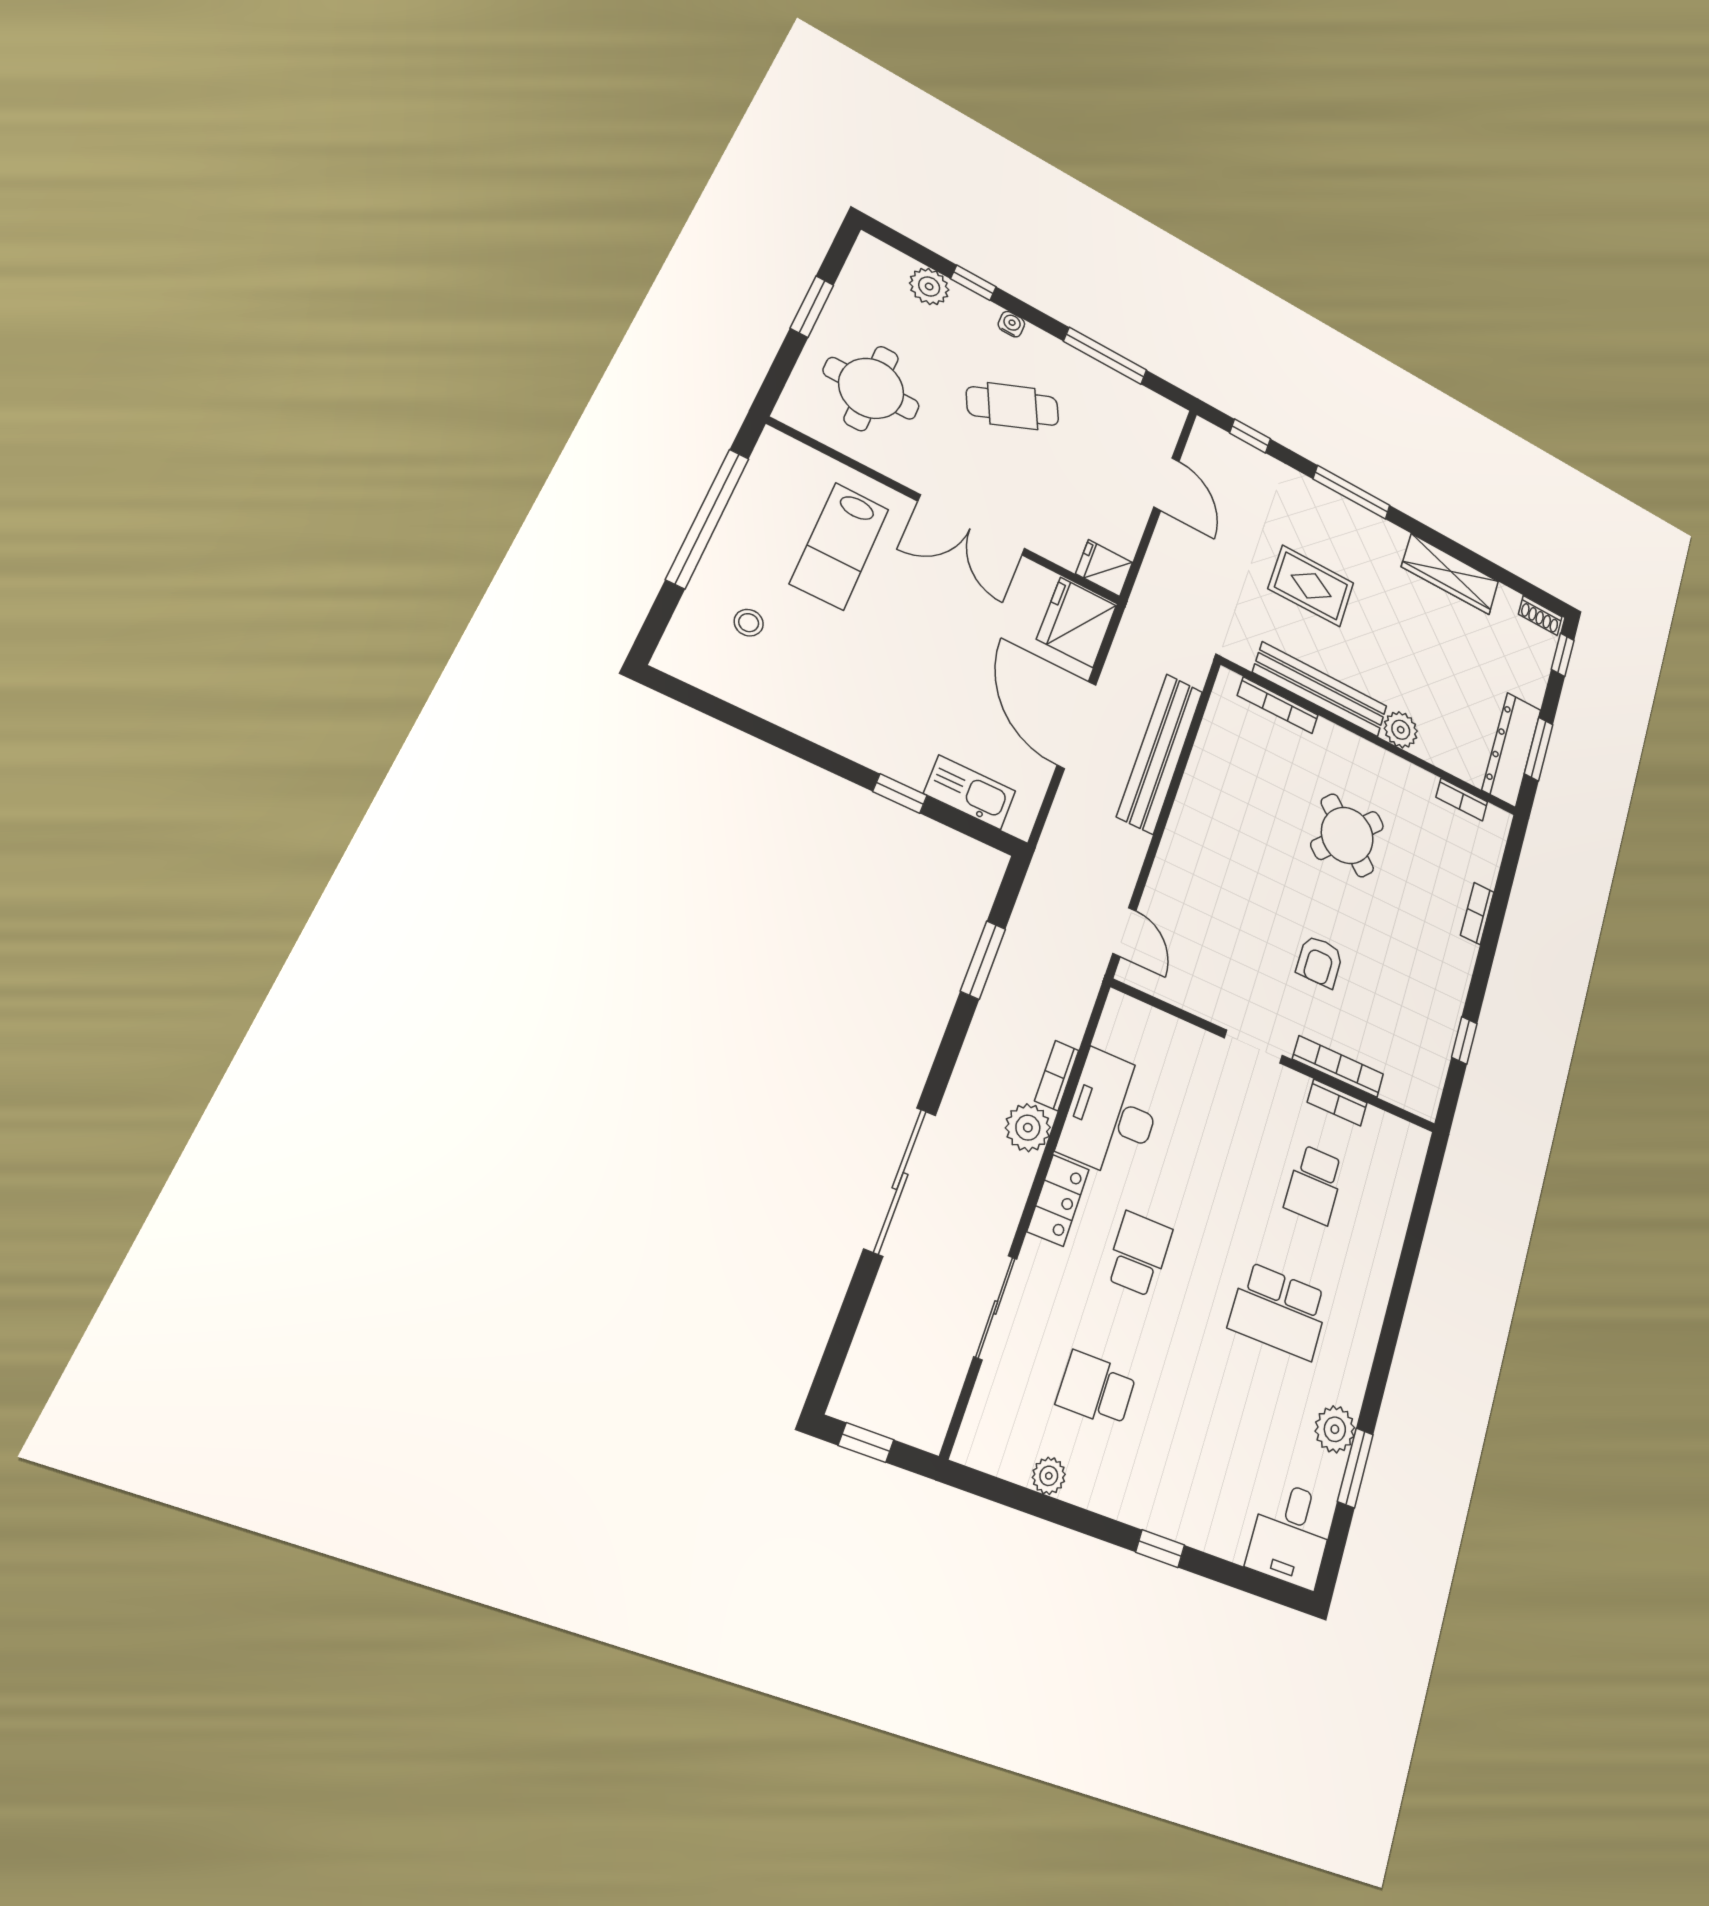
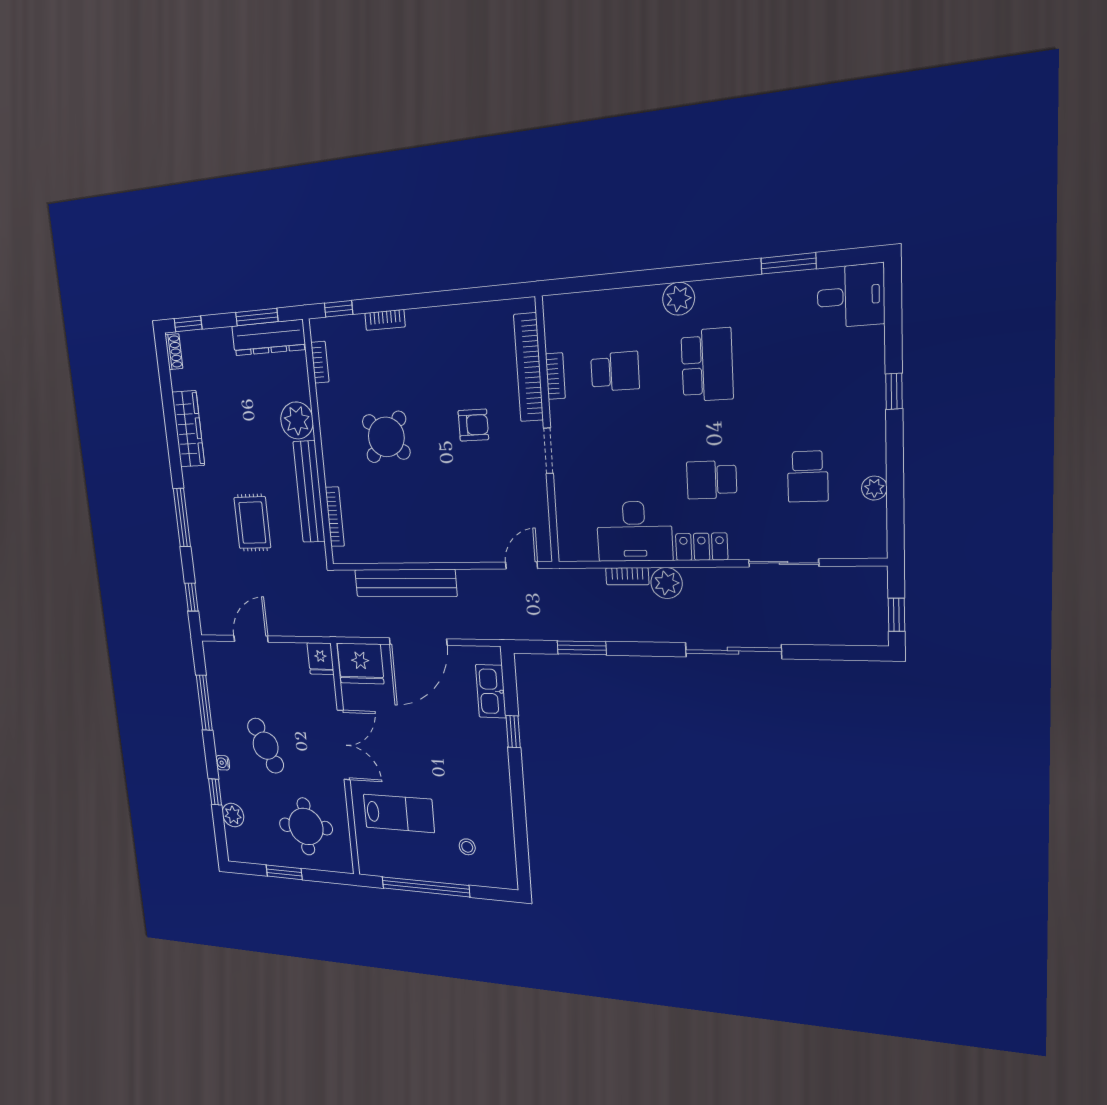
plant: (1401, 730) -> (297, 420), width x1.36, depth x1.36
window: (1464, 1040) -> (339, 309), moved
bookcase: (1338, 1067) -> (529, 367), width x1.48, depth x1.31
plant: (1335, 1429) -> (679, 299), moved

